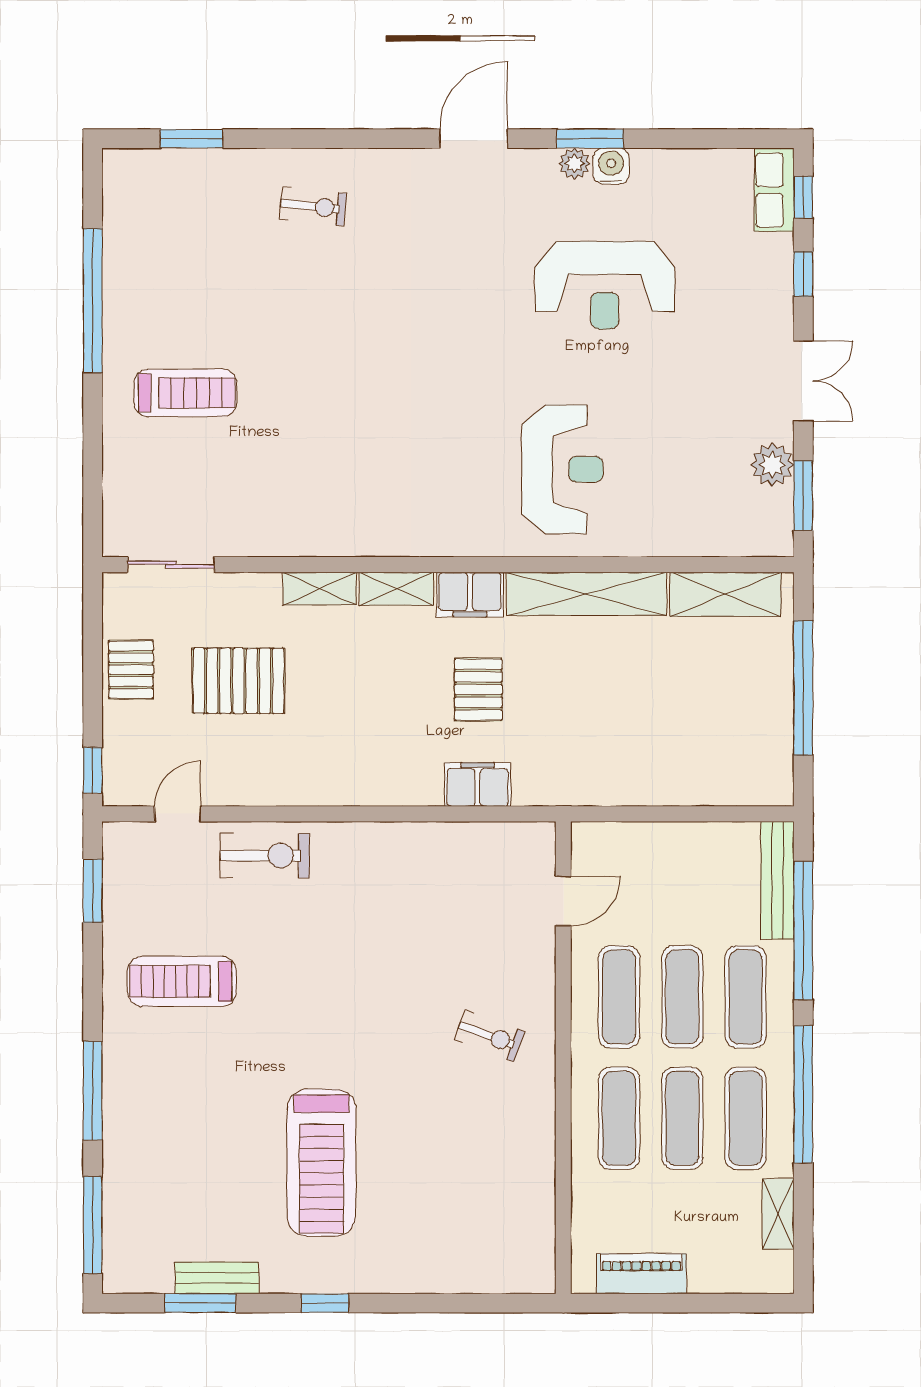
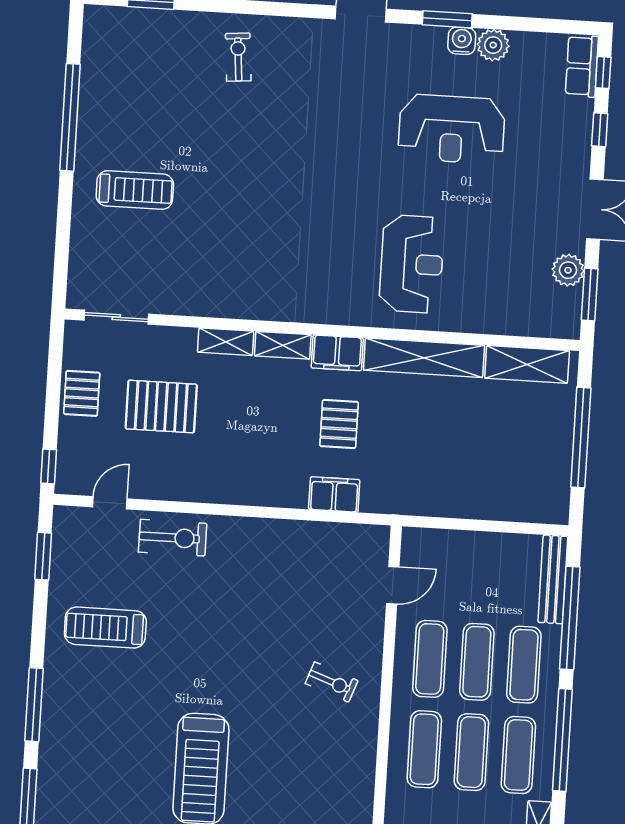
plant: (574, 164) -> (493, 45), moved, width x1.38, depth x1.38
exercise bike: (313, 206) -> (238, 57), turned -101

